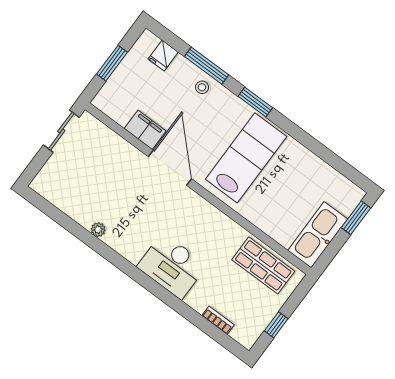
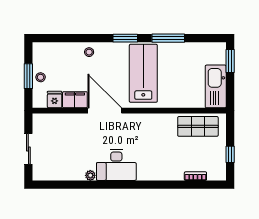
fridge: (163, 56) -> (55, 100), moved, turned 180
window: (207, 66) -> (168, 38), moved
stool: (125, 75) -> (41, 77), added
sliding door: (61, 131) -> (28, 149), moved
desk: (172, 266) -> (116, 165), moved

